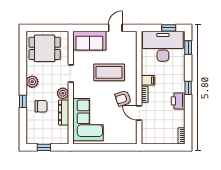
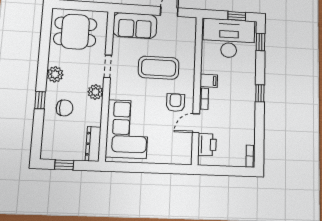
armchair: (123, 98) -> (175, 103), turned 108
printer: (178, 101) -> (207, 145), moved, turned 180
dresser: (64, 112) -> (93, 144), moved
door: (139, 113) -> (196, 123), hinge flipped

